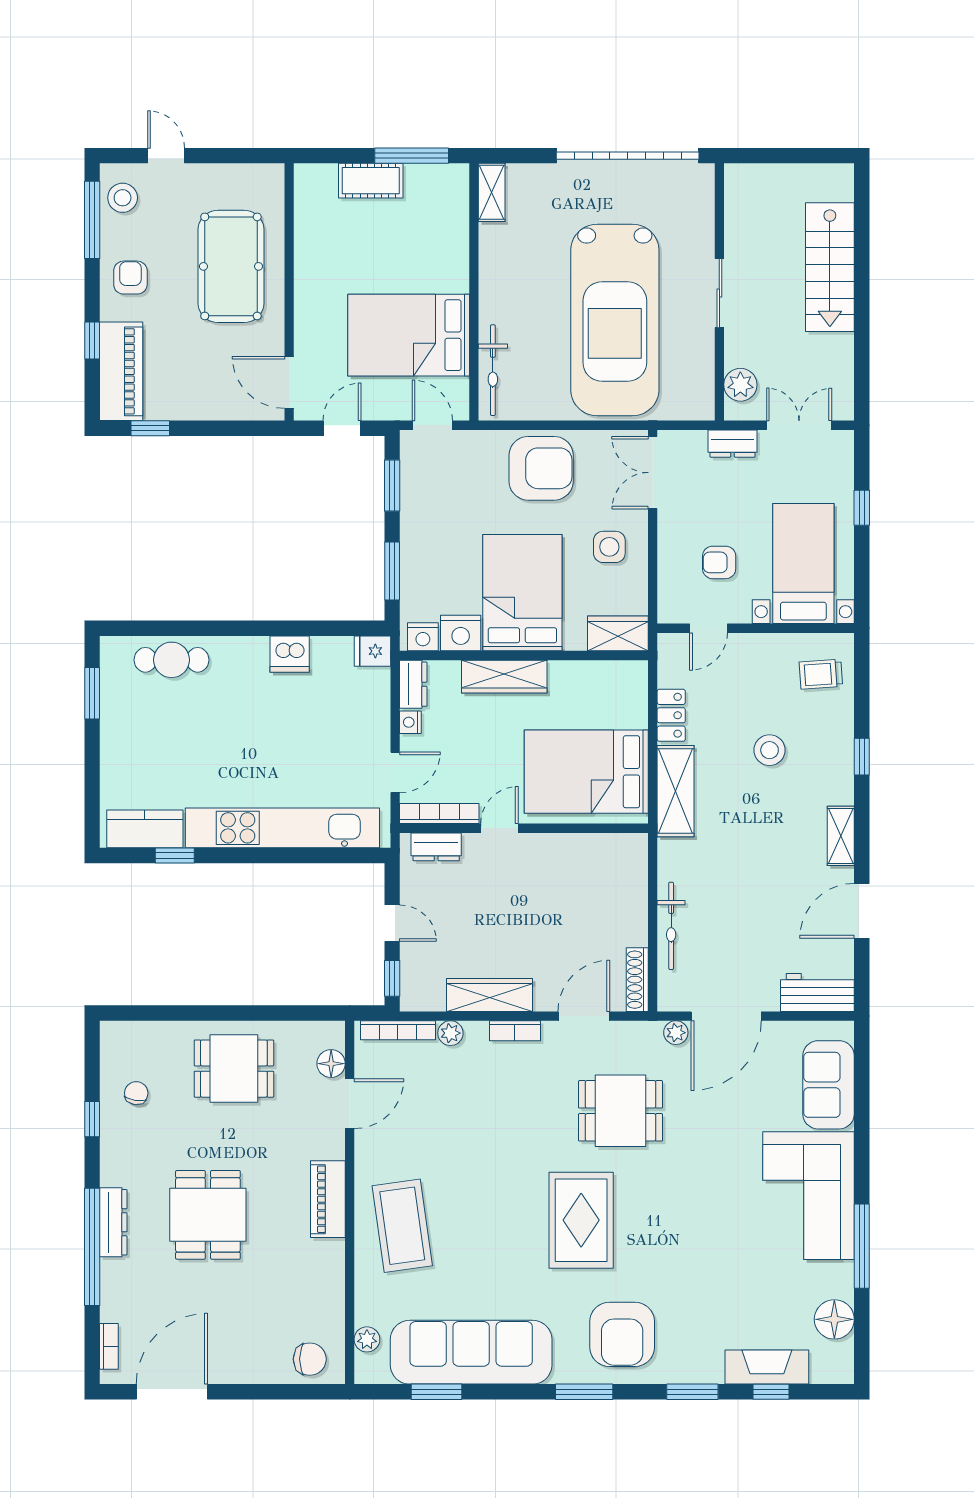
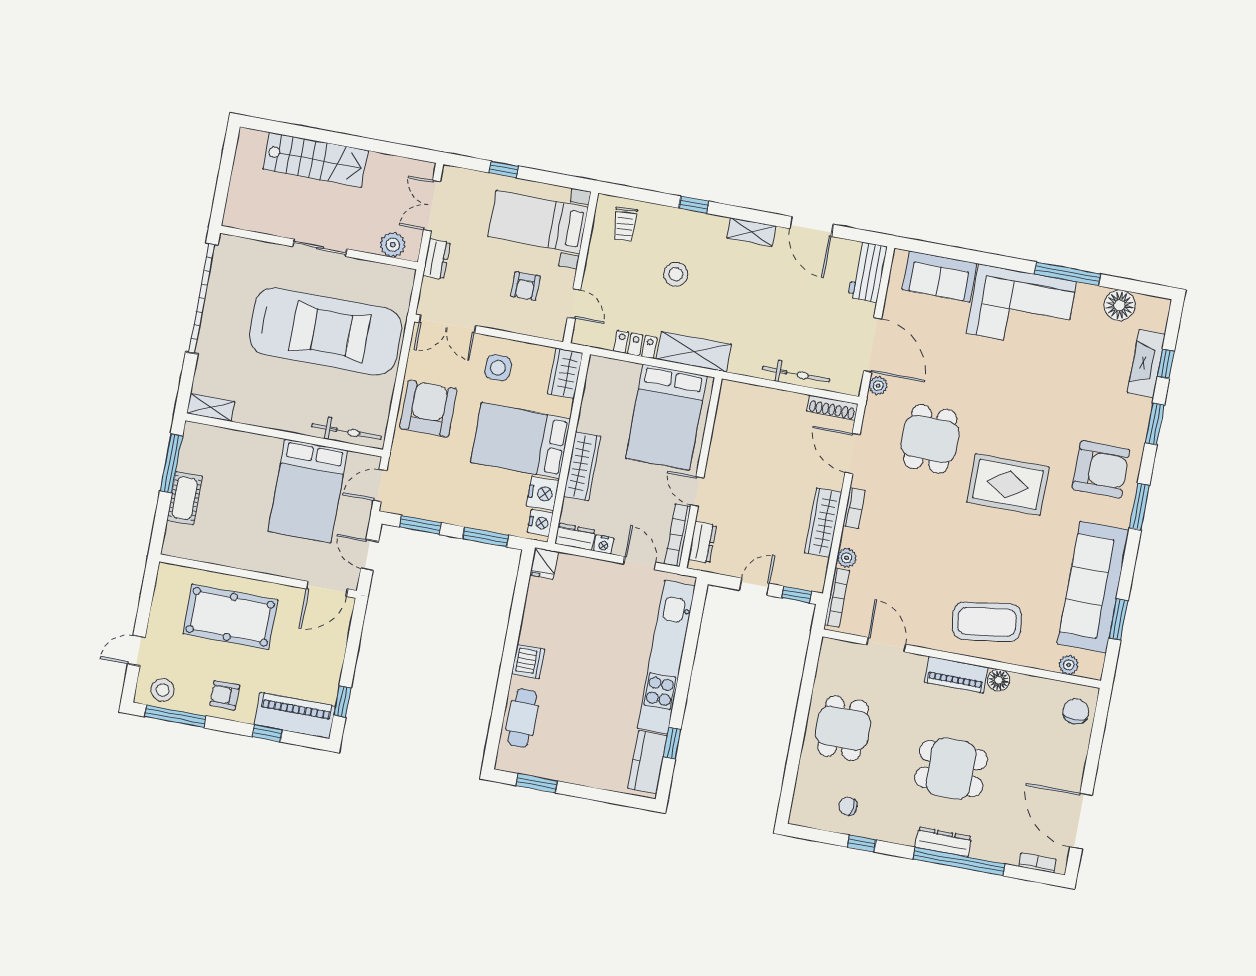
dishwasher: (290, 654) -> (528, 661), moved
floor lamp: (331, 1064) -> (999, 680), moved

